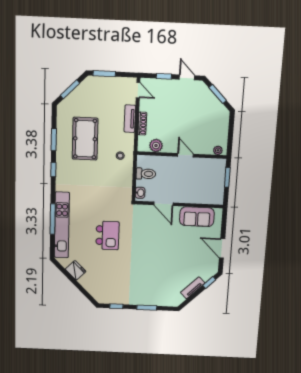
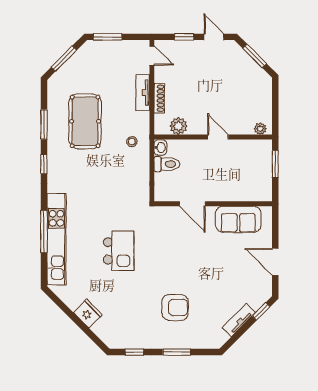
washbasin: (140, 193) -> (160, 147), moved
fridge: (76, 270) -> (88, 314), moved
armchair: (147, 277) -> (175, 307), added

